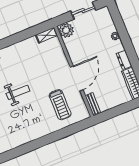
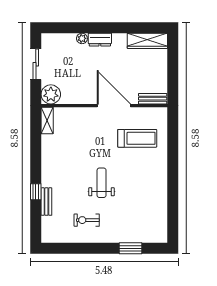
dresser: (124, 60) -> (100, 40), moved

